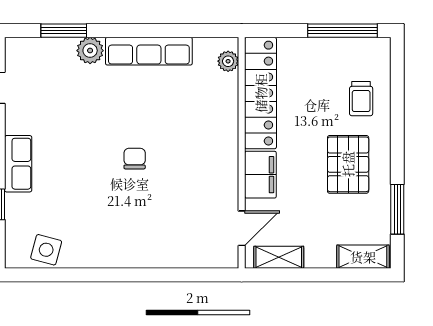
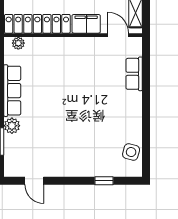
chair: (135, 159) -> (76, 99), removed
row of seats: (18, 164) -> (134, 74), moved, turned -90

